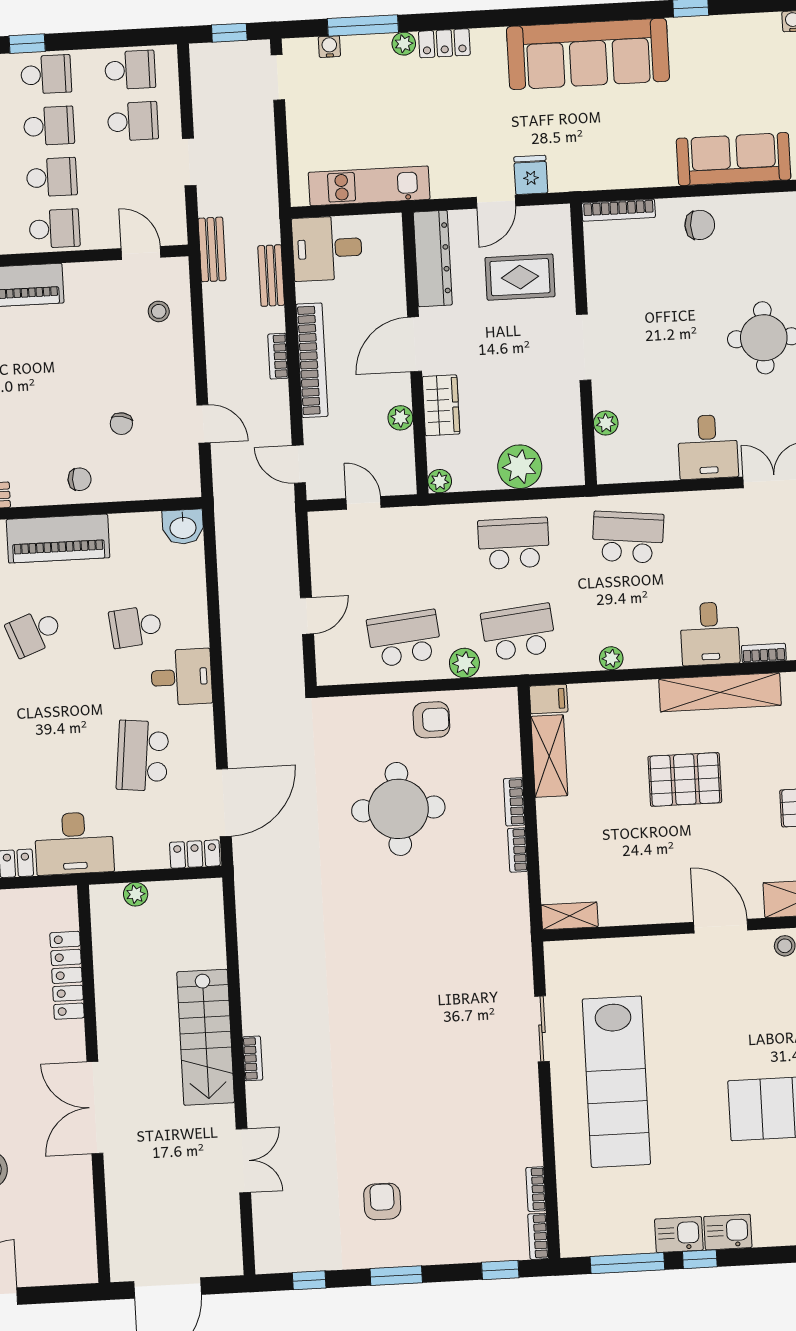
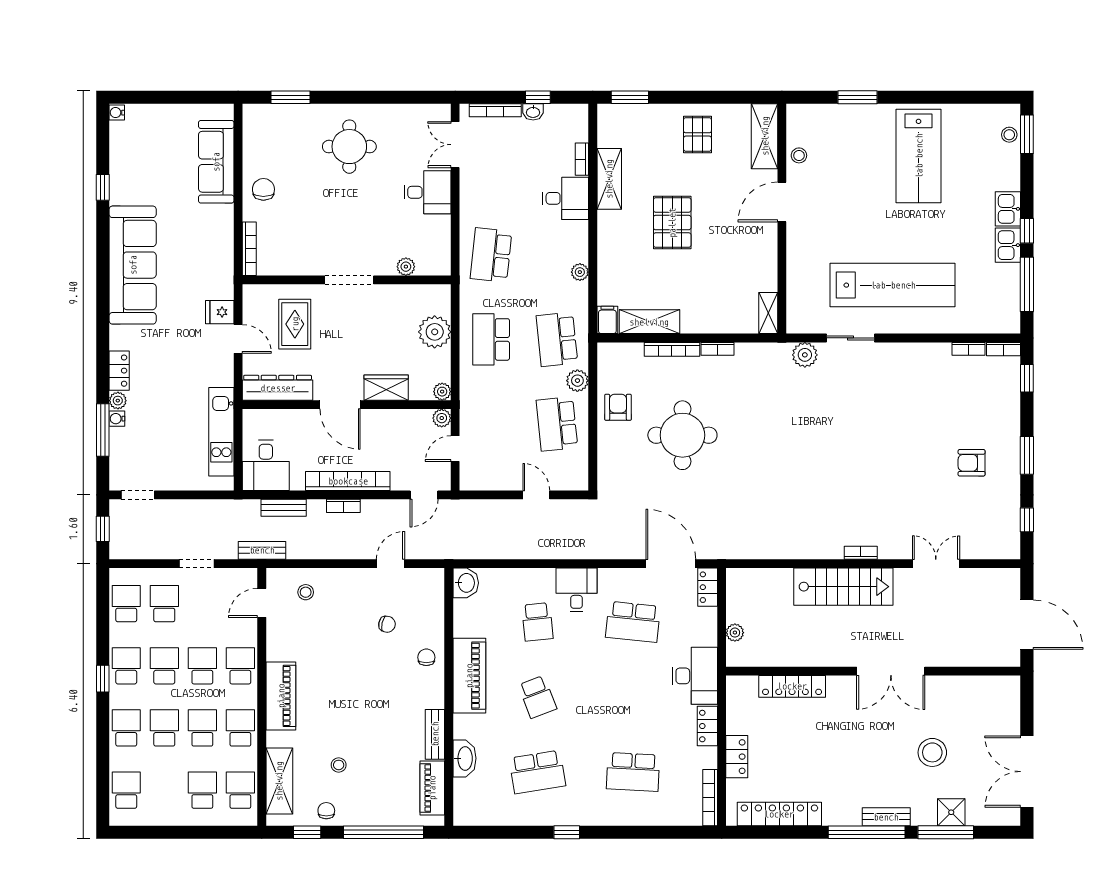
water cooler: (329, 47) -> (117, 419), moved
plant: (400, 418) -> (442, 418), moved
shelving: (720, 692) -> (609, 179), width x0.68
bookcase: (514, 802) -> (672, 349), width x1.56
plant: (516, 968) -> (805, 355), added

